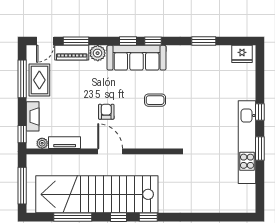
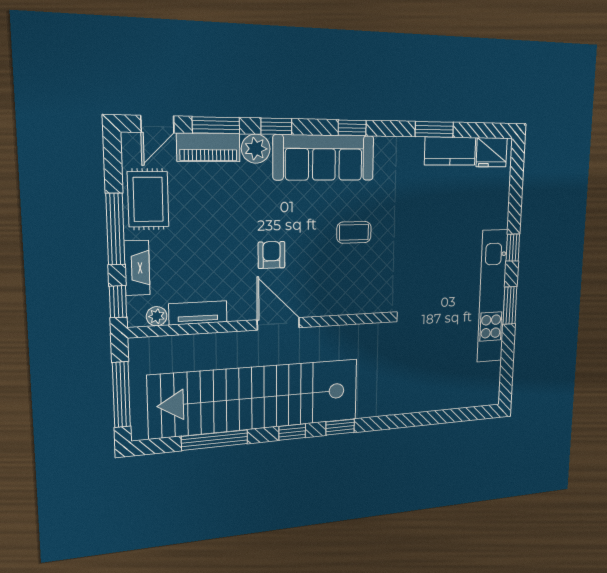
window: (128, 41) -> (276, 126), moved
kitchen counter: (214, 53) -> (450, 151), added
window: (22, 79) -> (115, 229), moved

